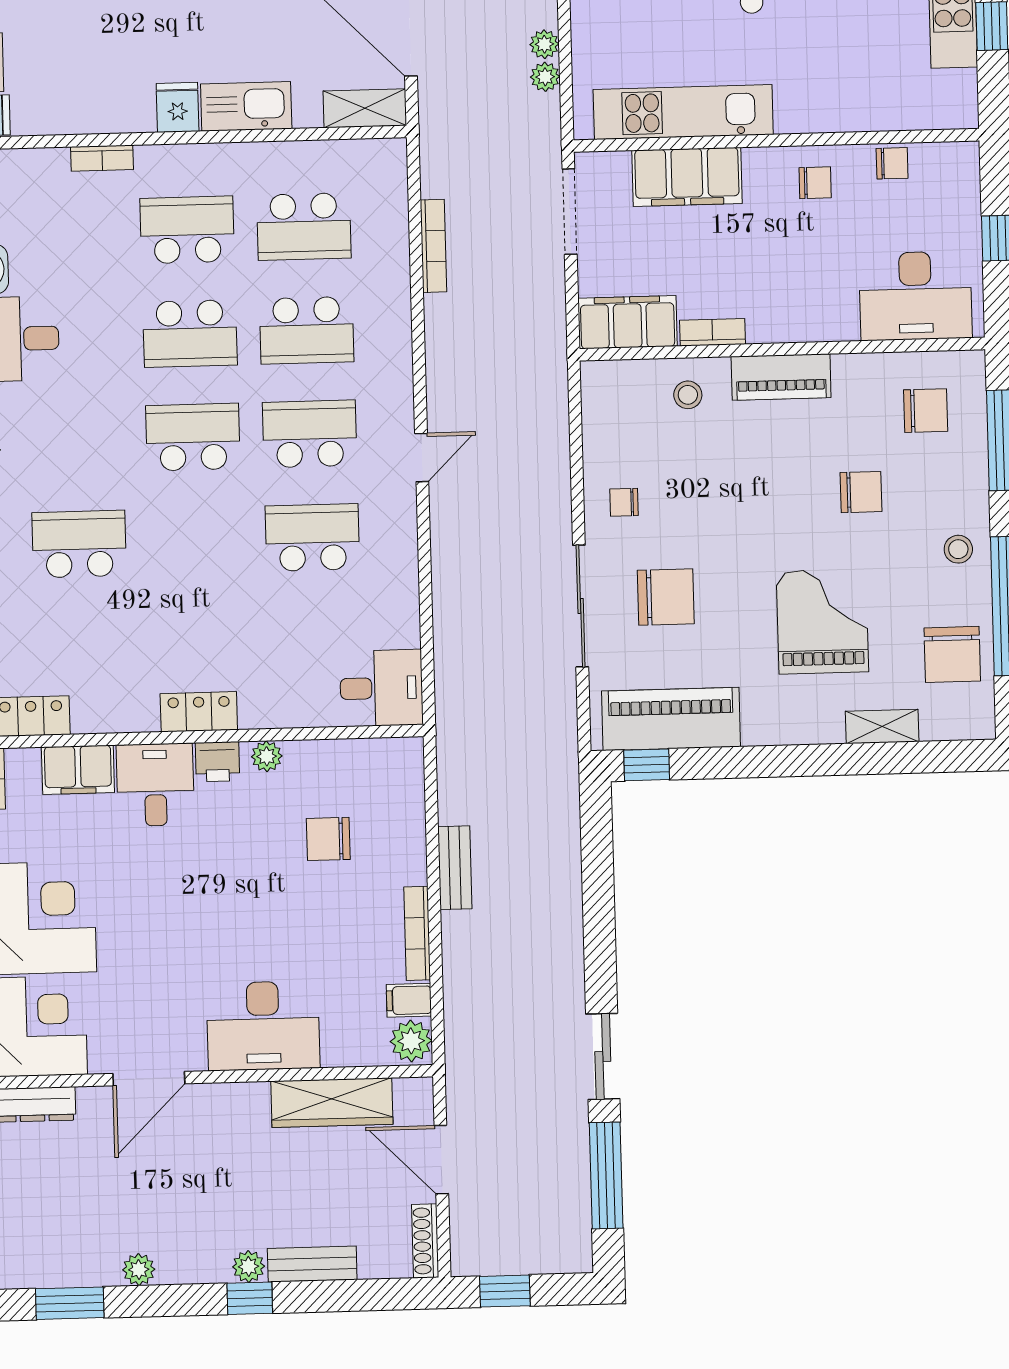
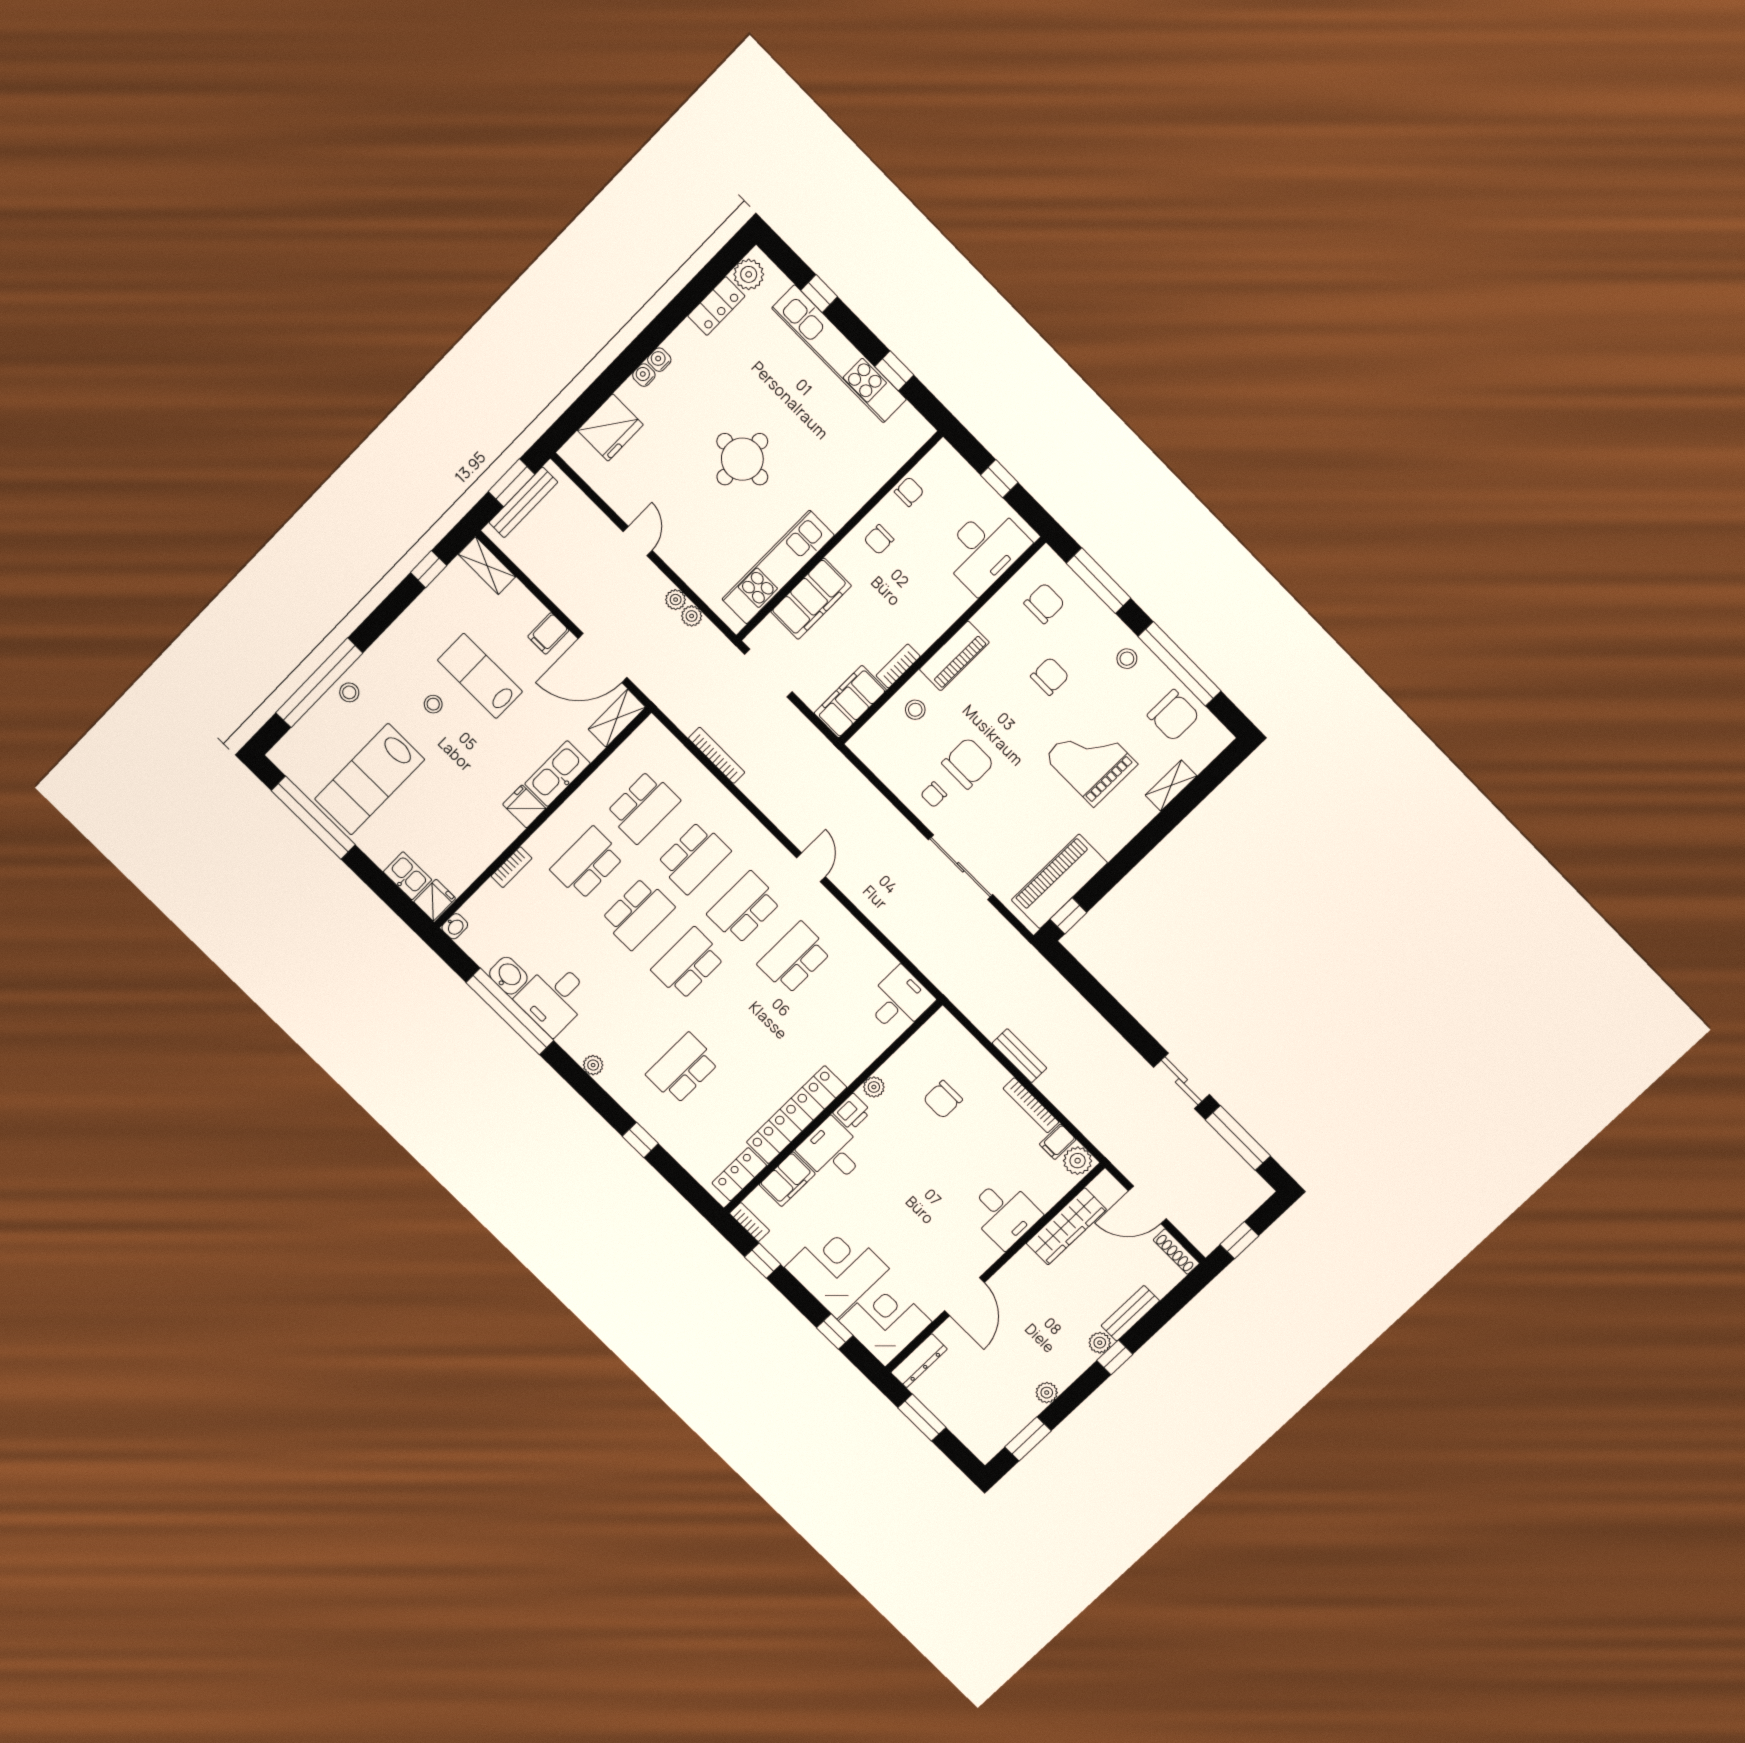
chair: (815, 183) -> (879, 539), turned 180
chair: (666, 597) -> (968, 763), moved
locker: (199, 712) -> (797, 1115), width x2.16, depth x1.21
desk: (263, 1026) -> (1004, 1213), width x0.73

